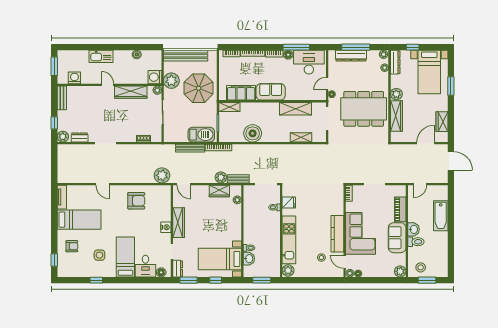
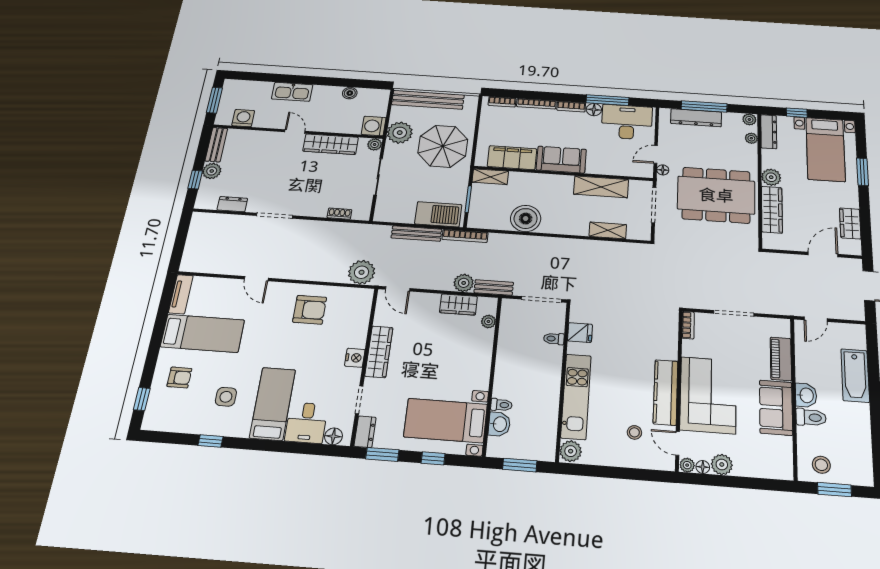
plant: (63, 137) -> (212, 171), moved
plant: (400, 271) -> (722, 464), moved

